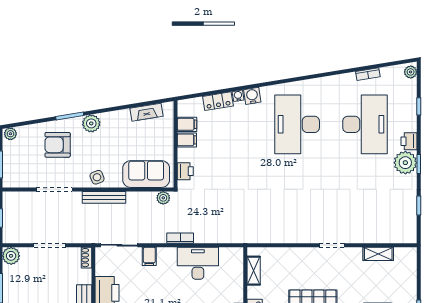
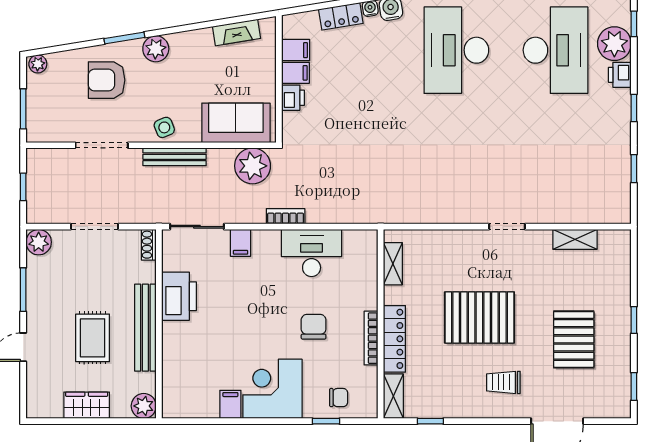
plant: (405, 163) -> (614, 44), moved
printer: (185, 171) -> (293, 98), moved
plant: (163, 198) -> (253, 166), width x1.87, depth x1.87

